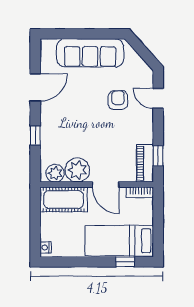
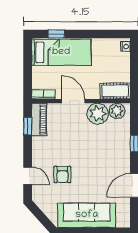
cot: (64, 199) -> (115, 91), width x0.73, depth x0.75

